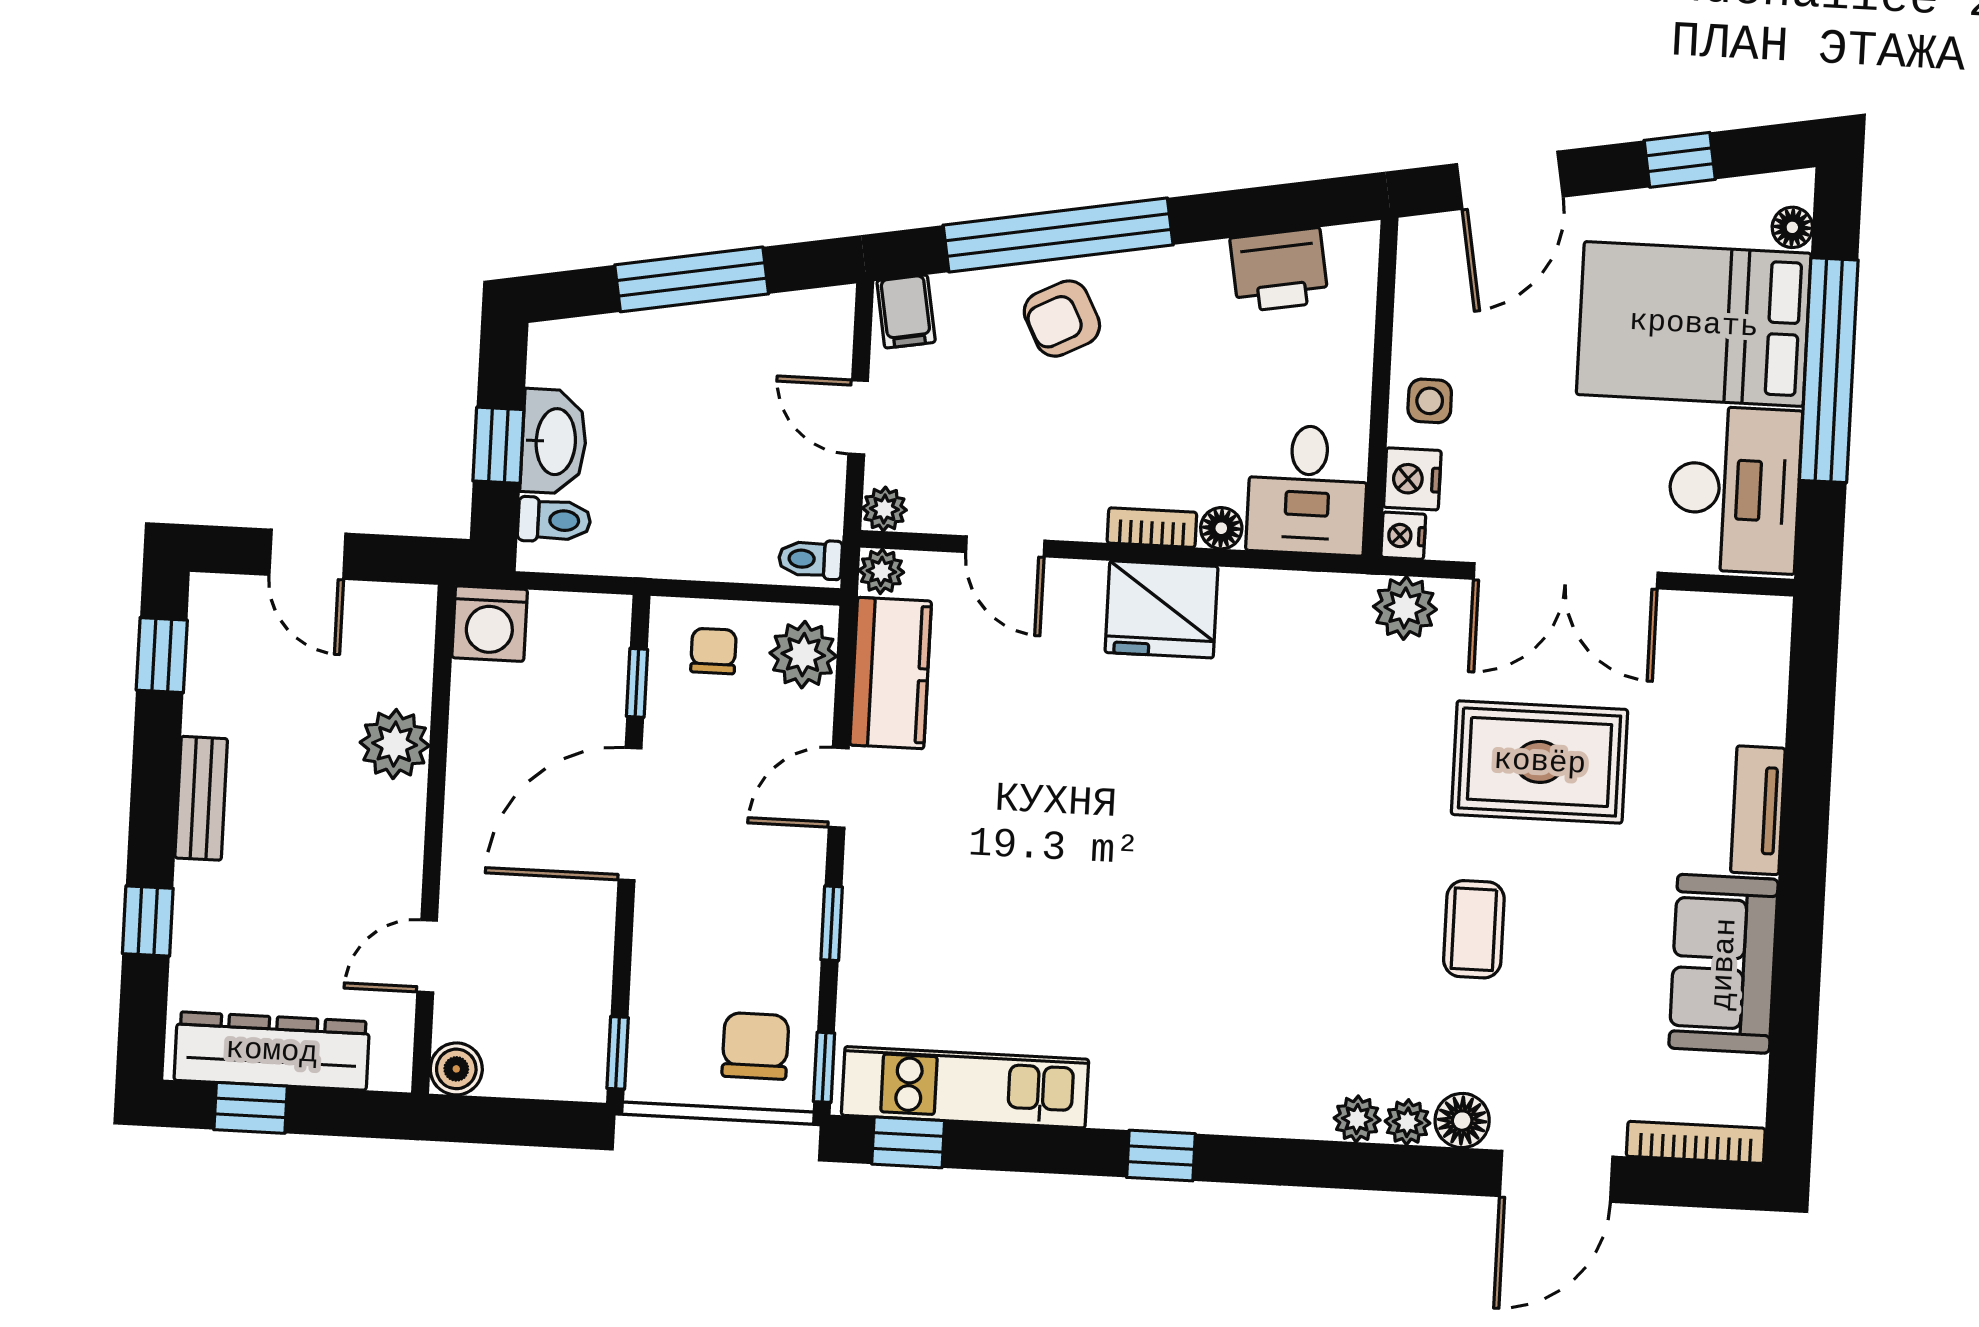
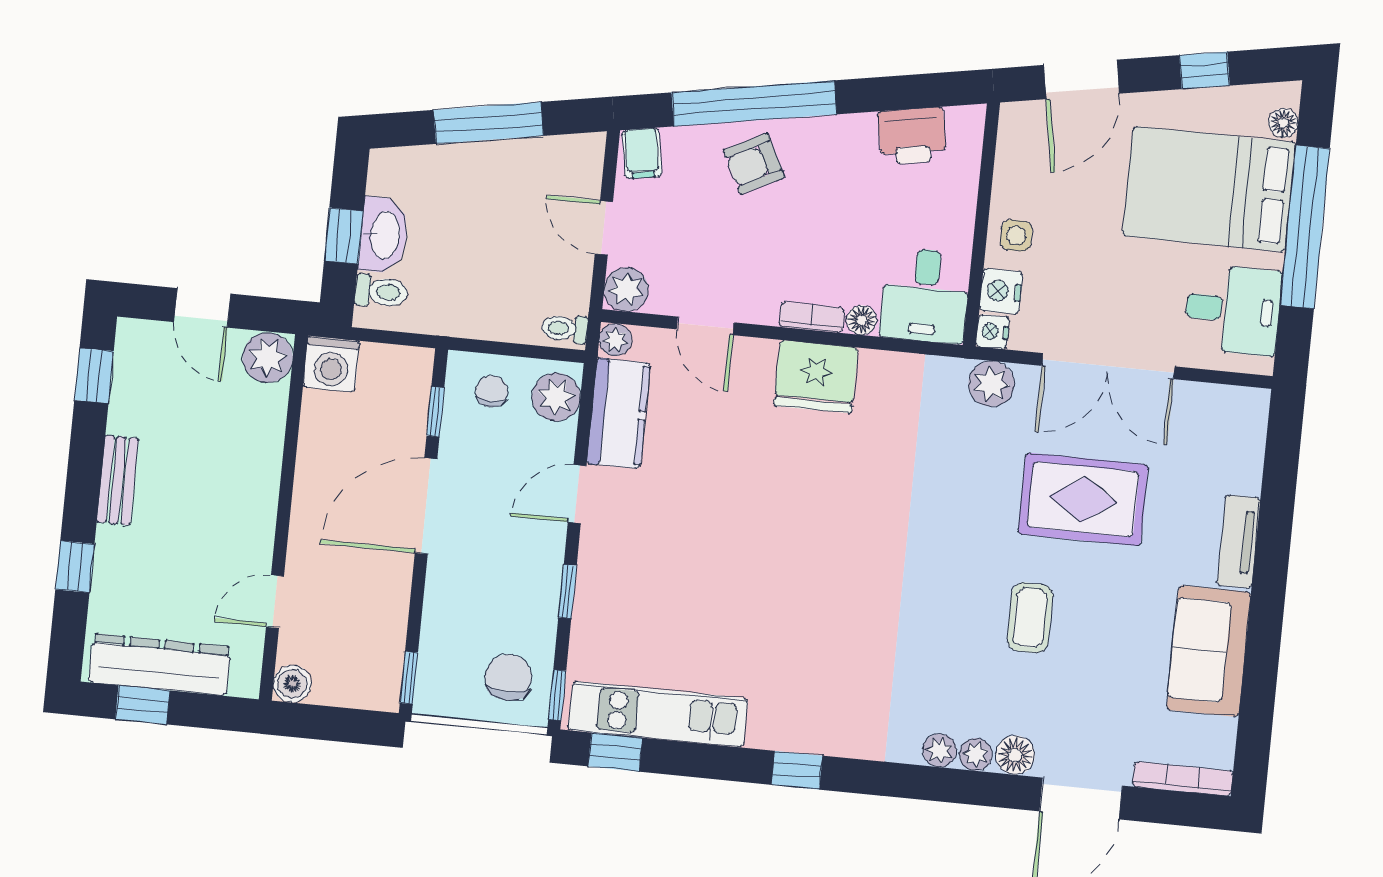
desk: (1734, 489) -> (1233, 310), width x0.73
plant: (884, 509) -> (626, 289), width x1.38, depth x1.38
plant: (395, 744) -> (268, 358), moved

